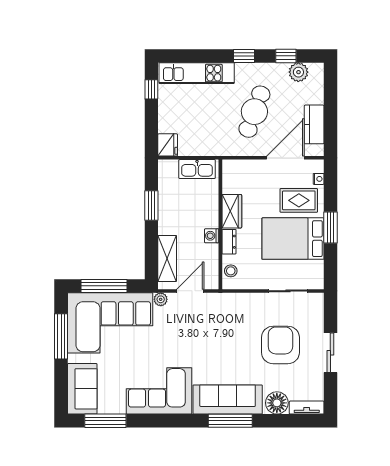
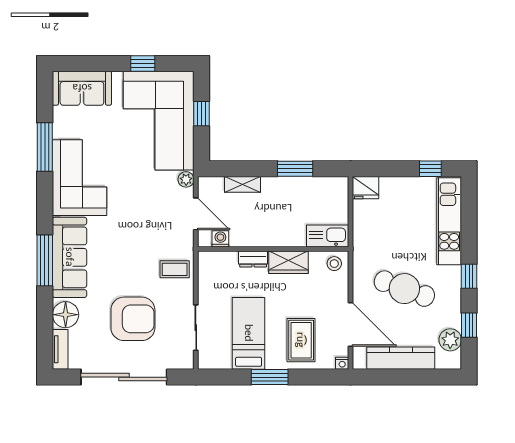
kitchen counter: (314, 124) -> (401, 358), width x1.50
kitchen sink: (197, 169) -> (328, 236), moved, turned 90
nightstand: (319, 179) -> (342, 363), moved
washing machine: (212, 236) -> (220, 239), moved
bed: (293, 239) -> (249, 333), width x0.67
shelving: (167, 258) -> (243, 184), width x0.67, depth x0.75
stool: (231, 271) -> (334, 264), moved
window: (104, 286) -> (202, 114), width x0.46
coffee table: (238, 309) -> (175, 269), added
window: (61, 336) -> (143, 64), width x0.46
sliding door: (330, 353) -> (124, 377), width x1.86
window: (105, 421) -> (45, 147), moved

